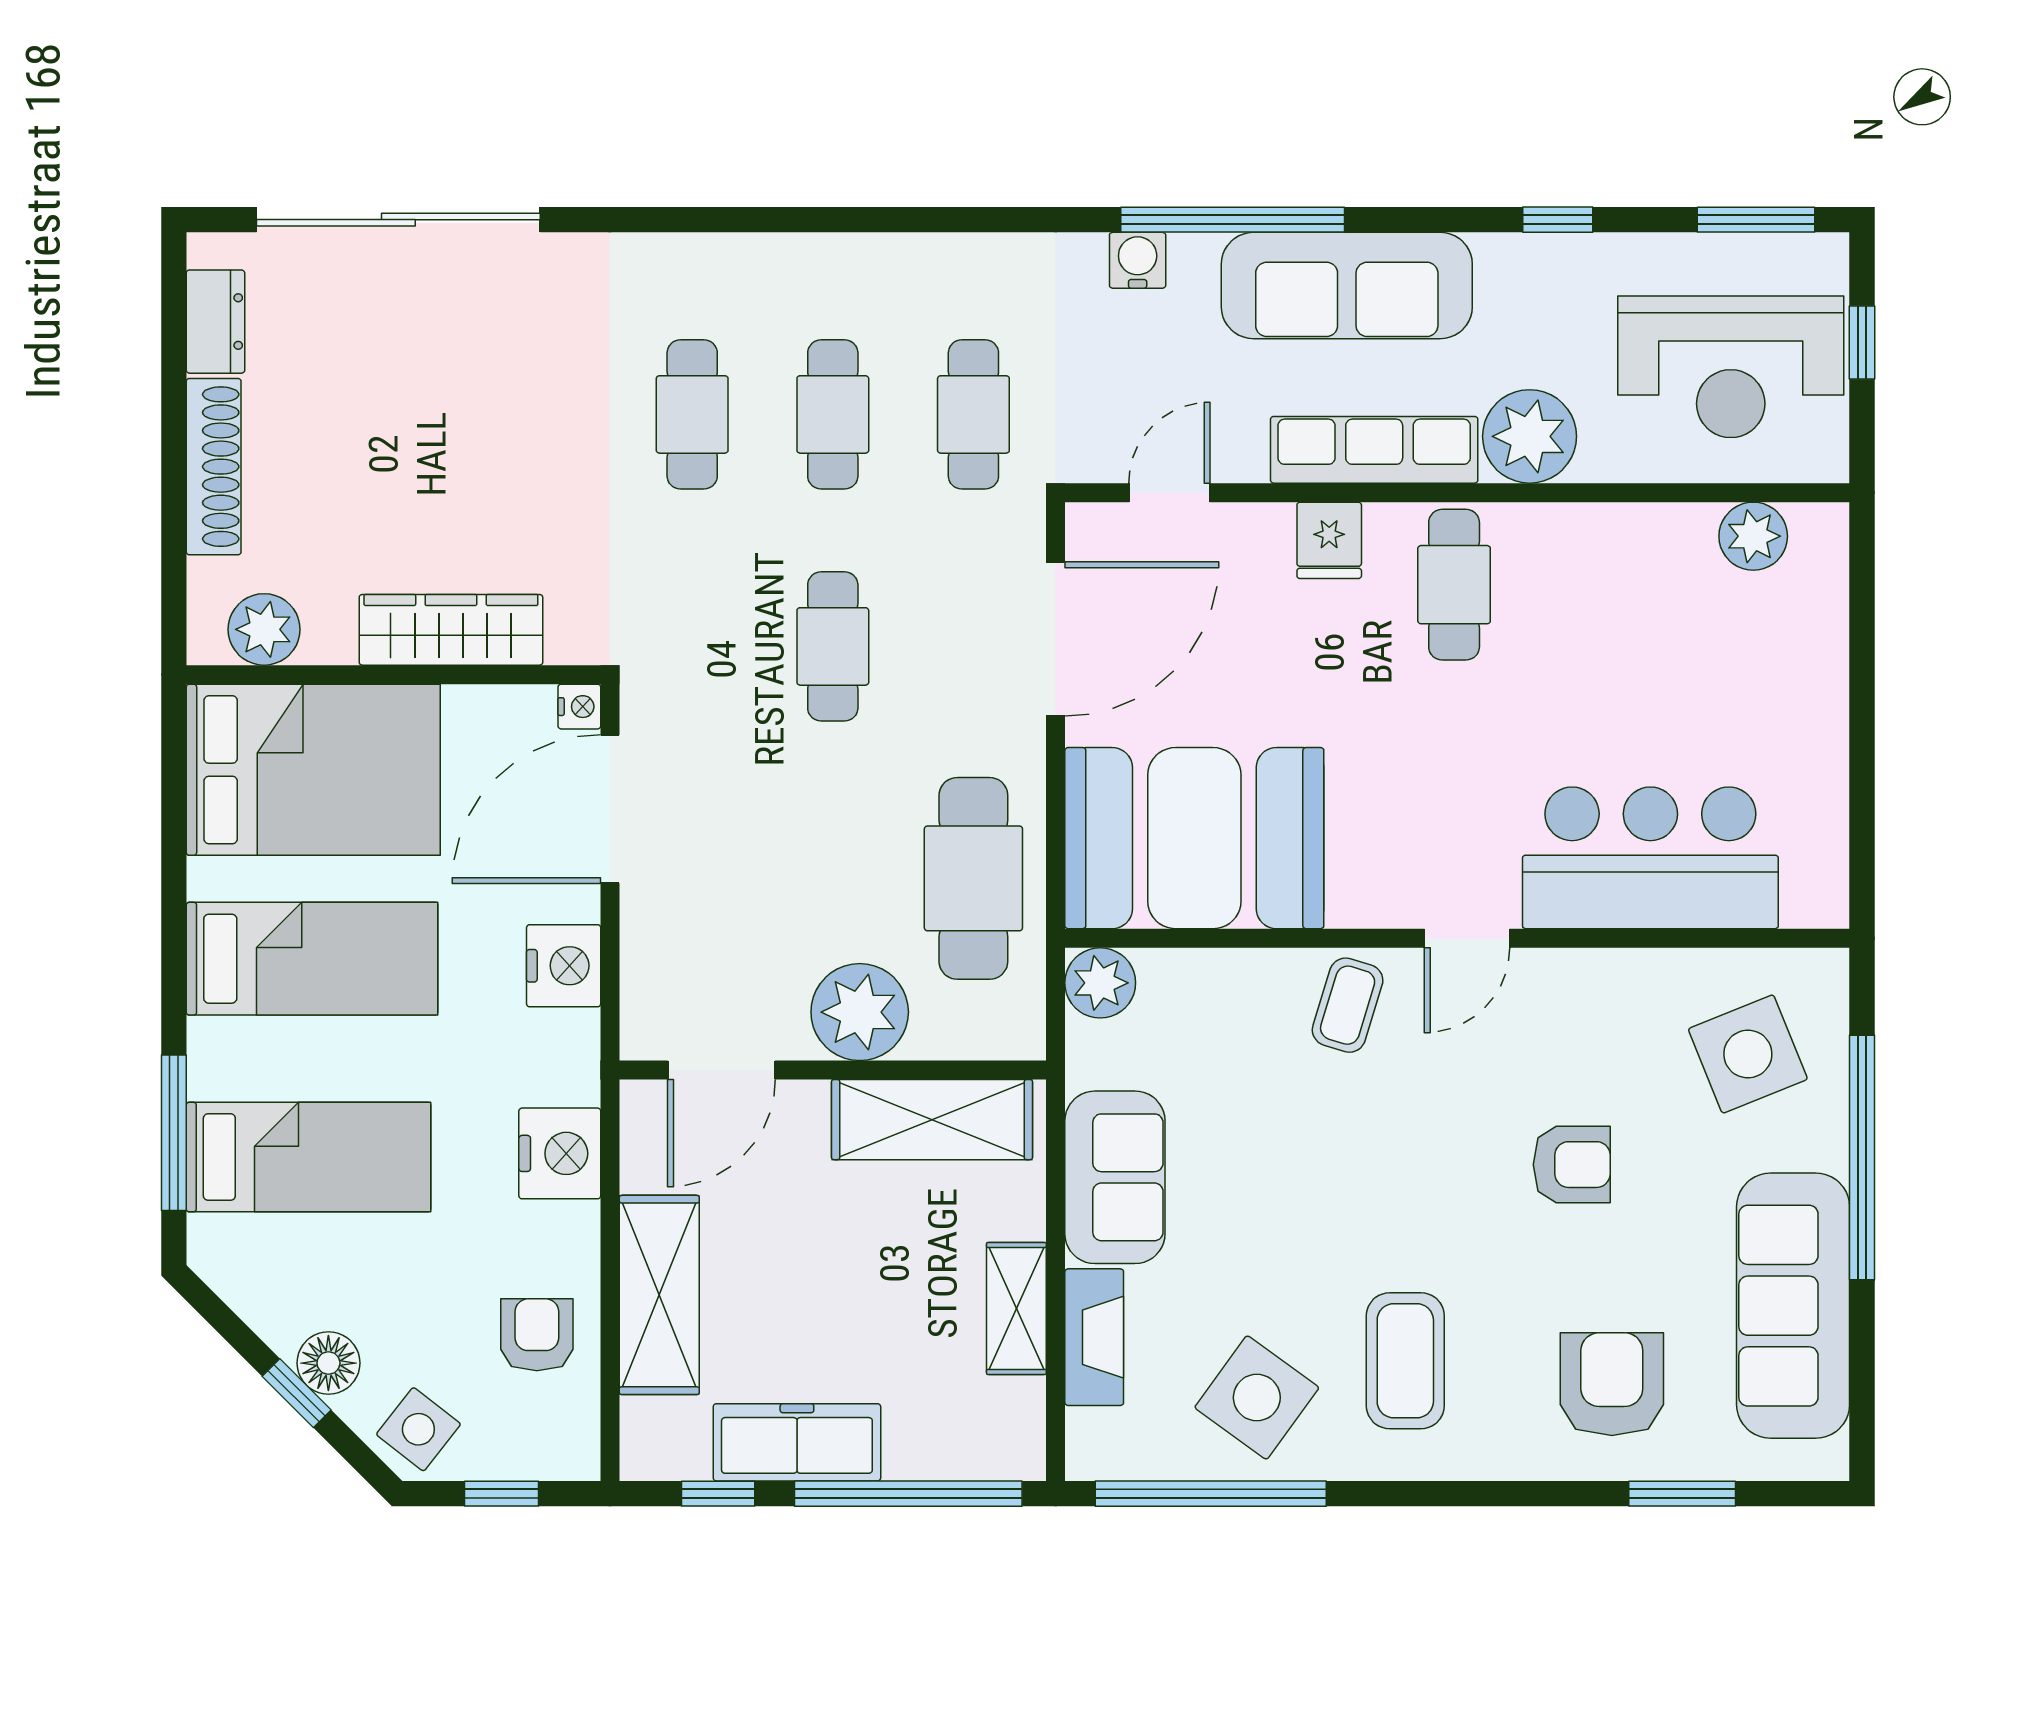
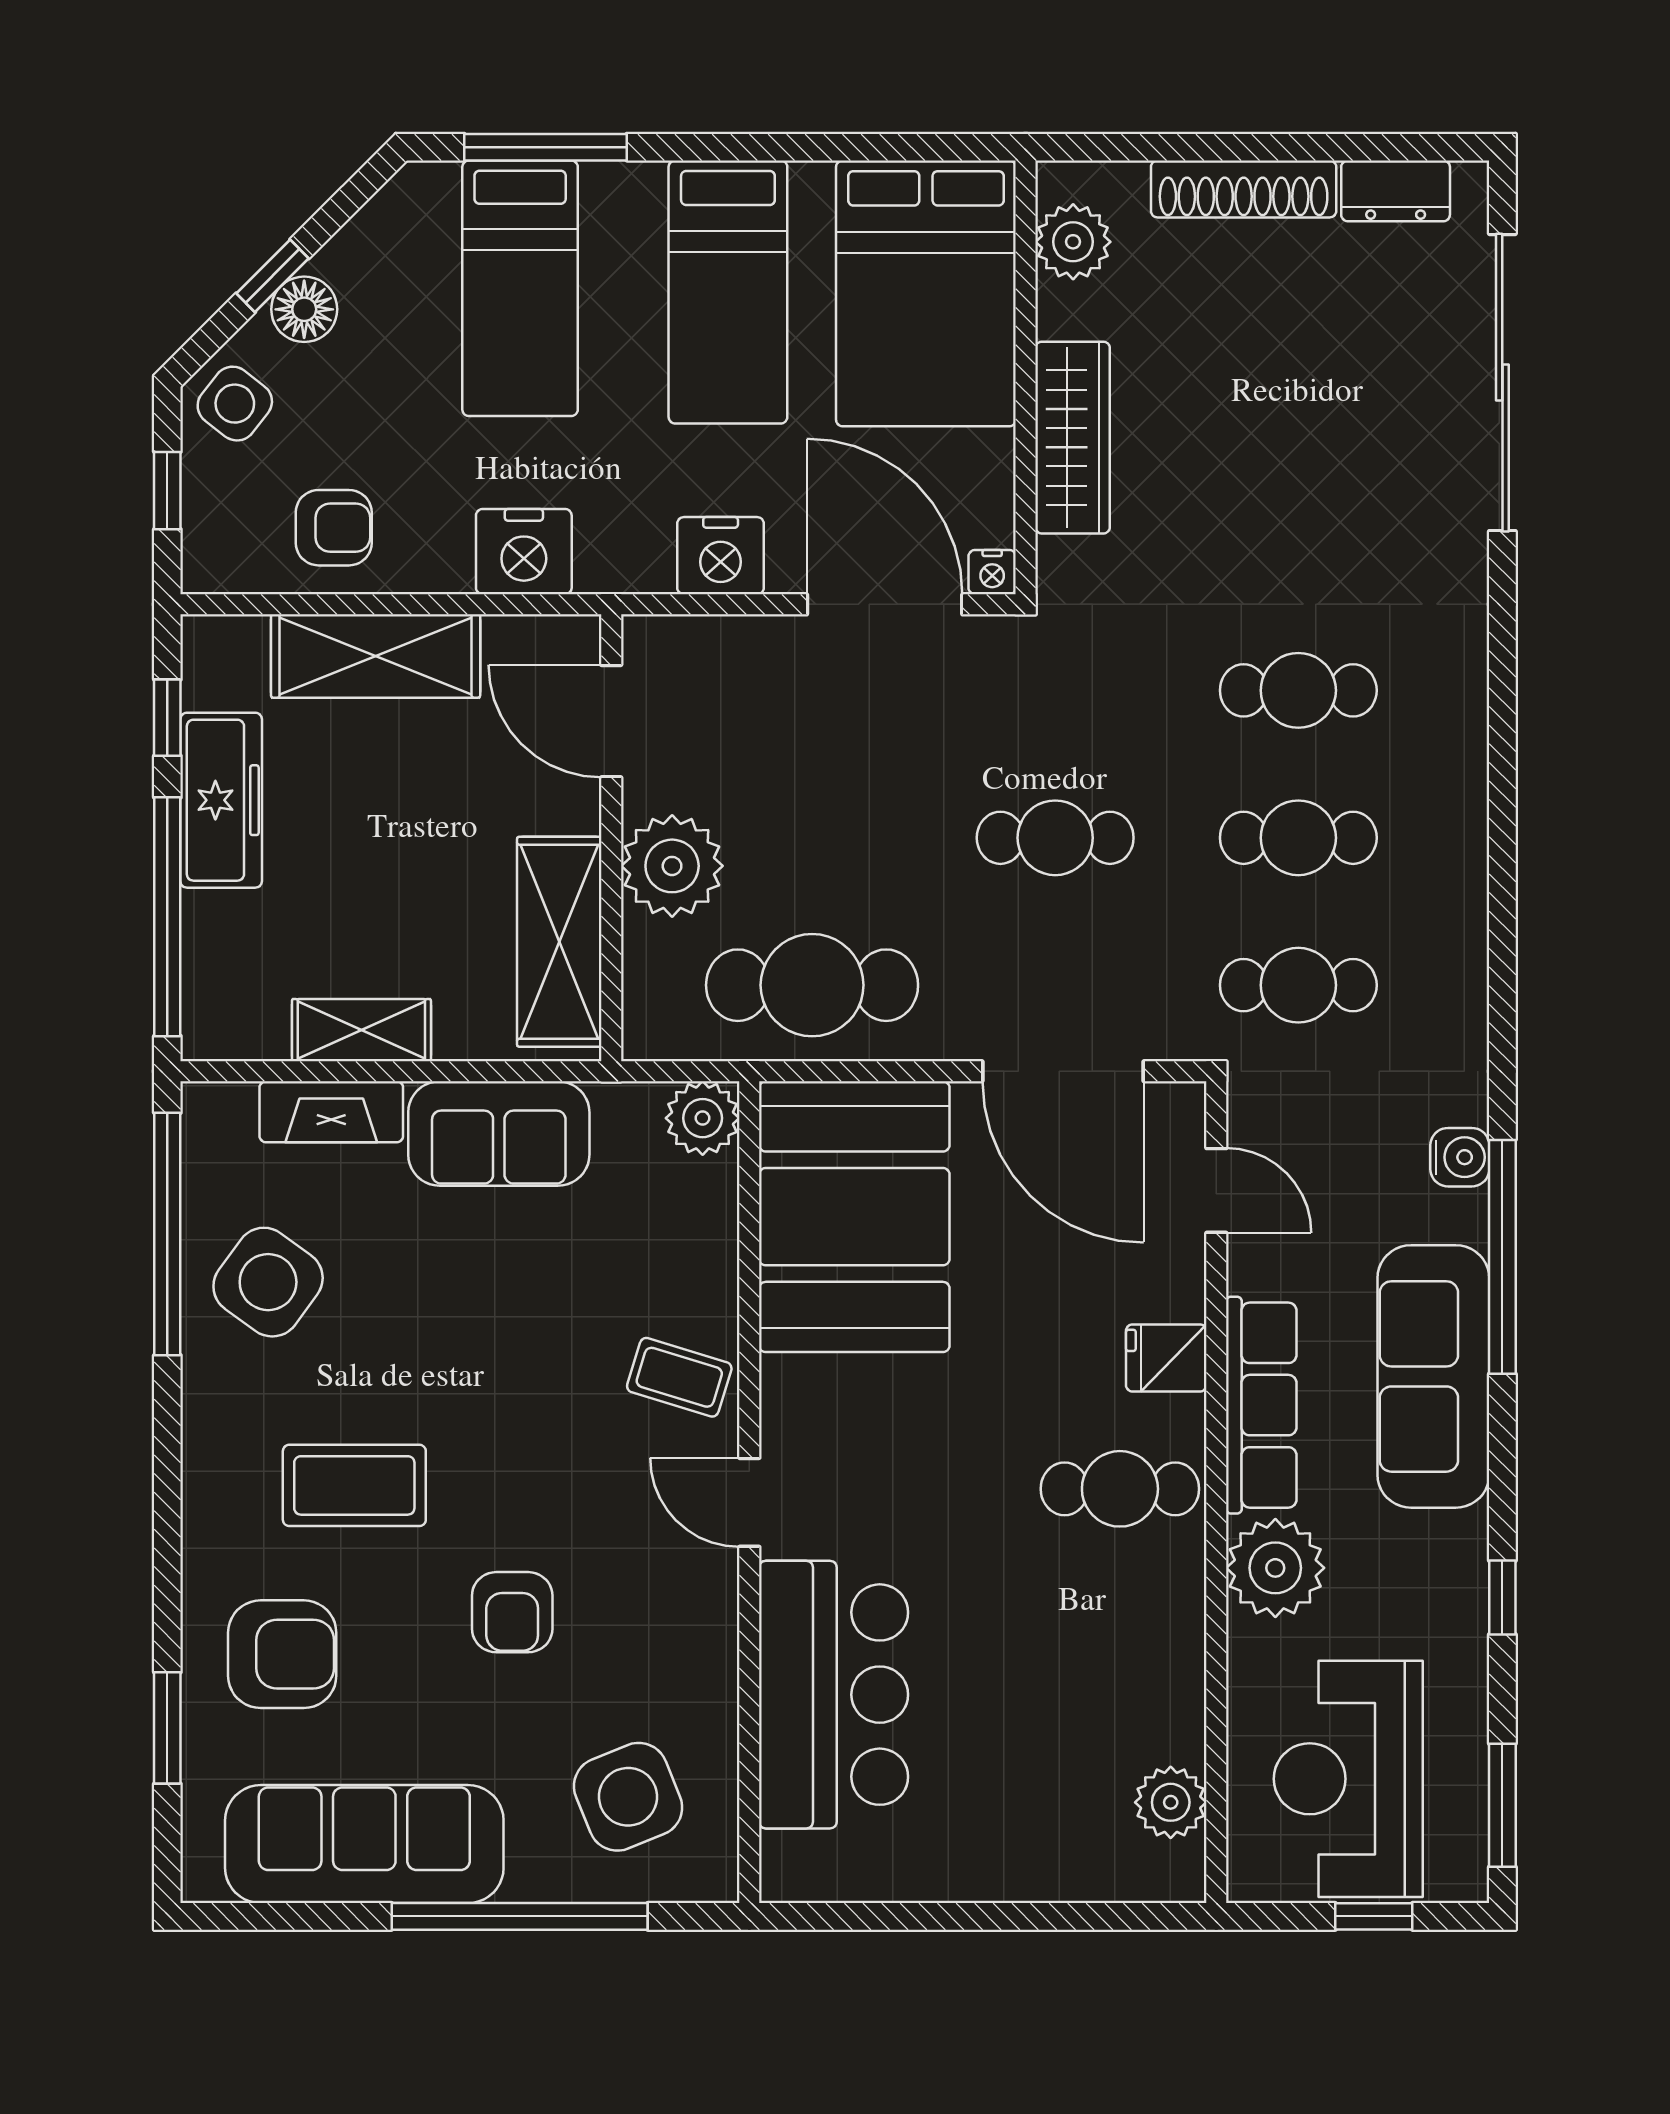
coffee table: (1405, 1361) -> (354, 1485), moved

